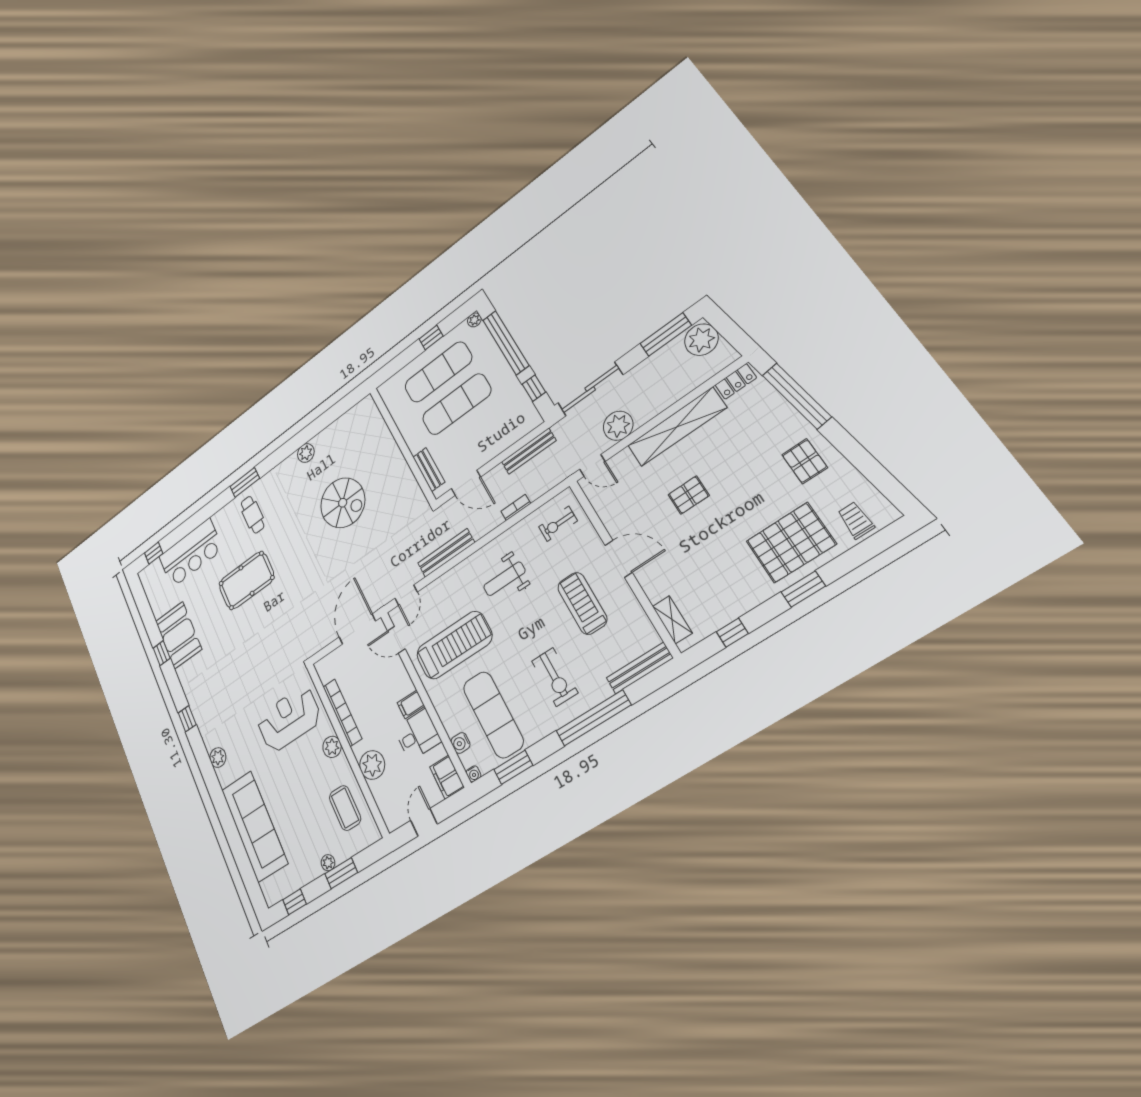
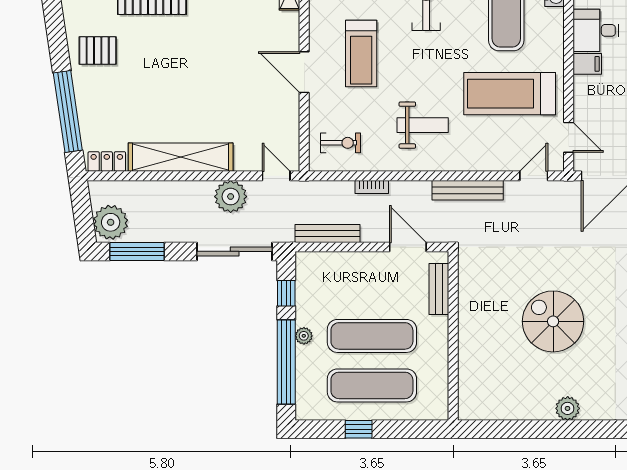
plant: (474, 320) -> (304, 336), moved
pallet: (805, 461) -> (98, 51), turned 90
pallet: (689, 495) -> (209, 88), removed

